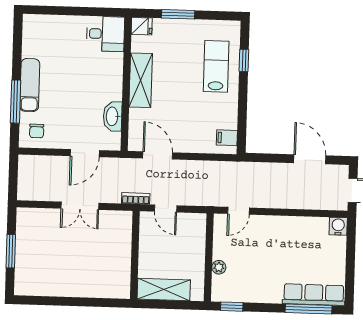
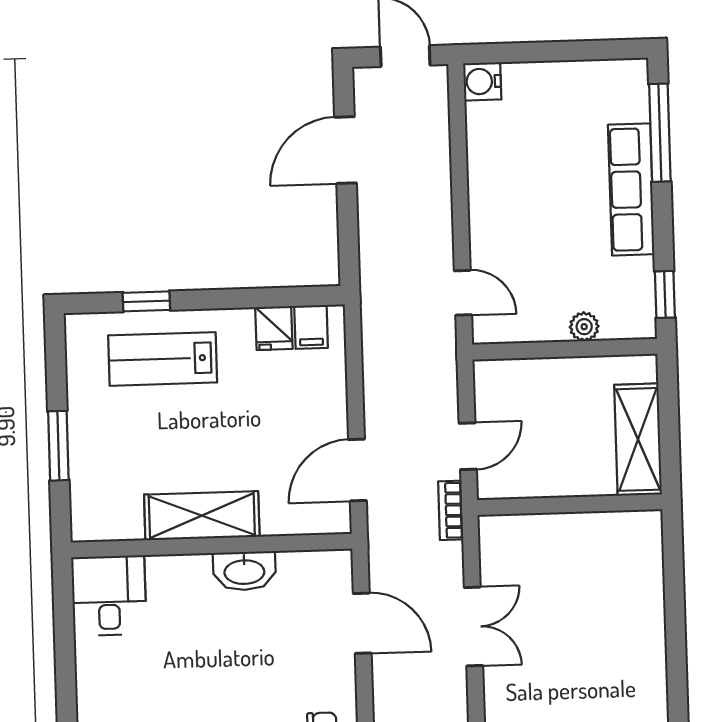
fridge: (142, 26) -> (274, 328), moved, turned 180
washbasin: (113, 116) -> (244, 571), moved
row of seats: (314, 295) -> (631, 189), moved

